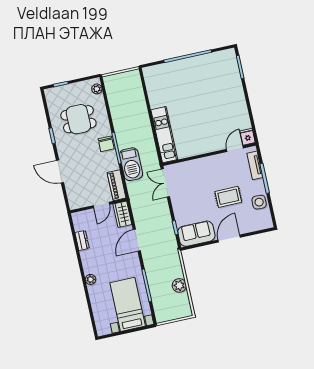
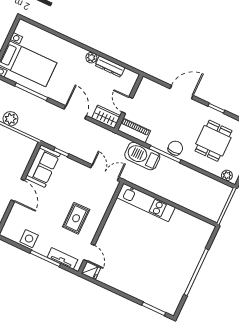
chair: (106, 144) -> (175, 148), turned 90
rug: (228, 197) -> (76, 218), moved
dresser: (82, 240) -> (110, 67), width x1.44
plant: (91, 279) -> (91, 58), moved

